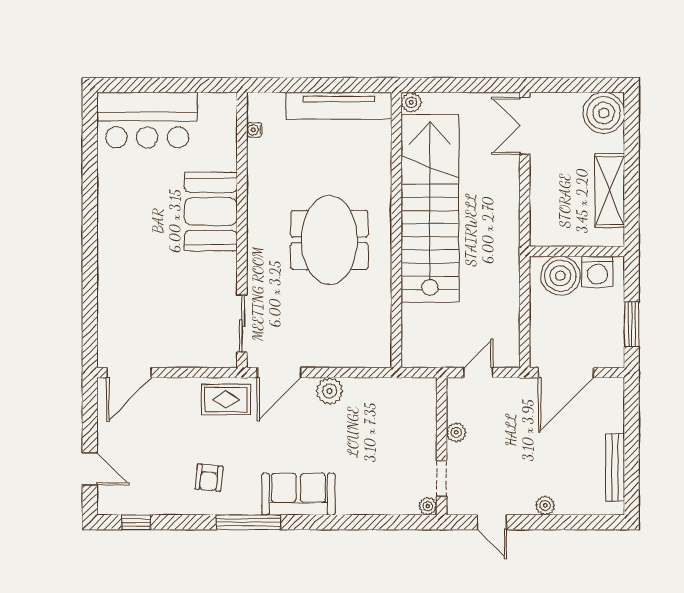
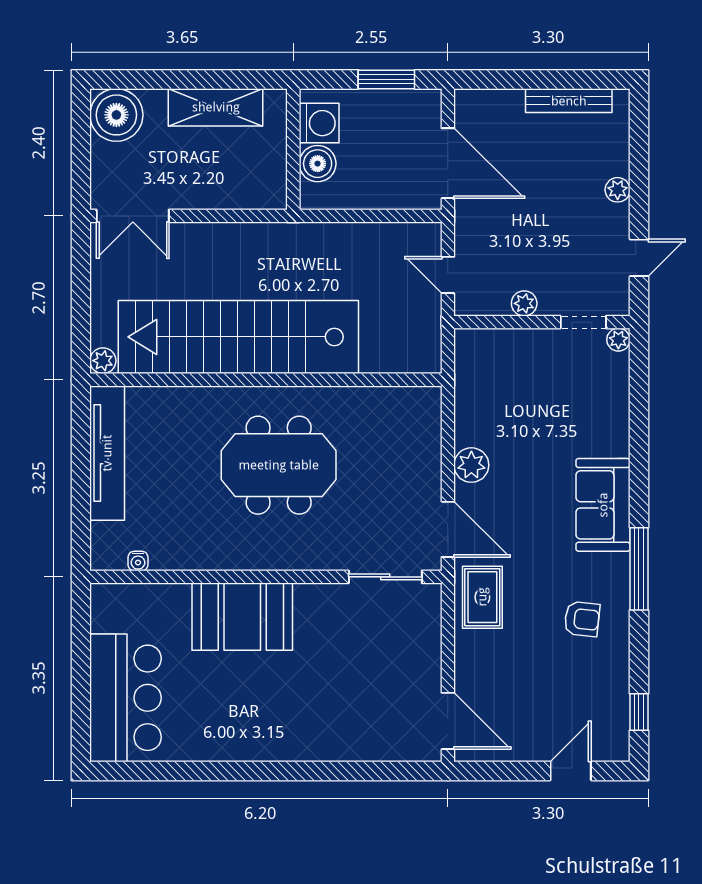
boiler: (560, 276) -> (318, 164), width x0.73, depth x0.73

